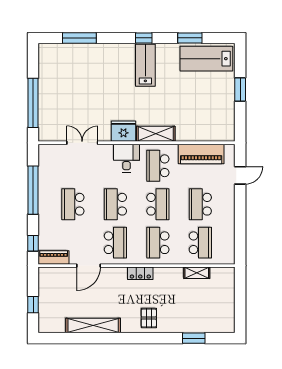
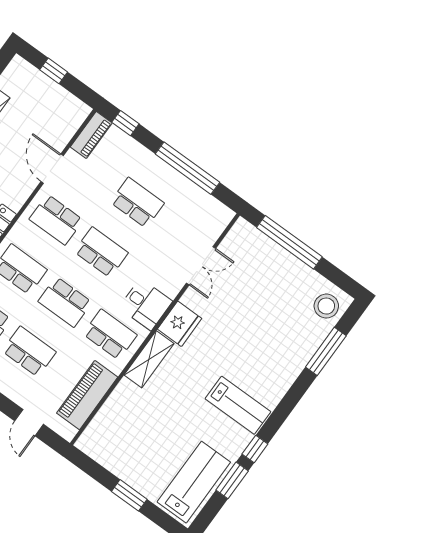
window: (144, 38) -> (255, 449), moved
stool: (54, 56) -> (326, 306), added

